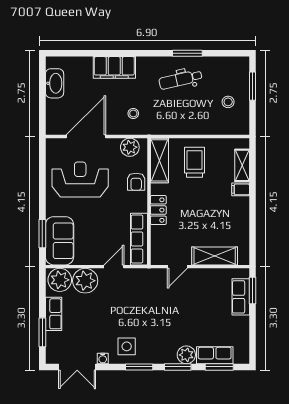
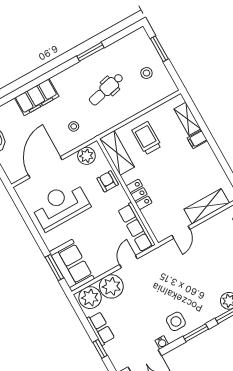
dental chair: (181, 79) -> (106, 89), moved
armchair: (136, 182) -> (108, 181), turned 180
window: (42, 332) -> (100, 349), width x0.67

